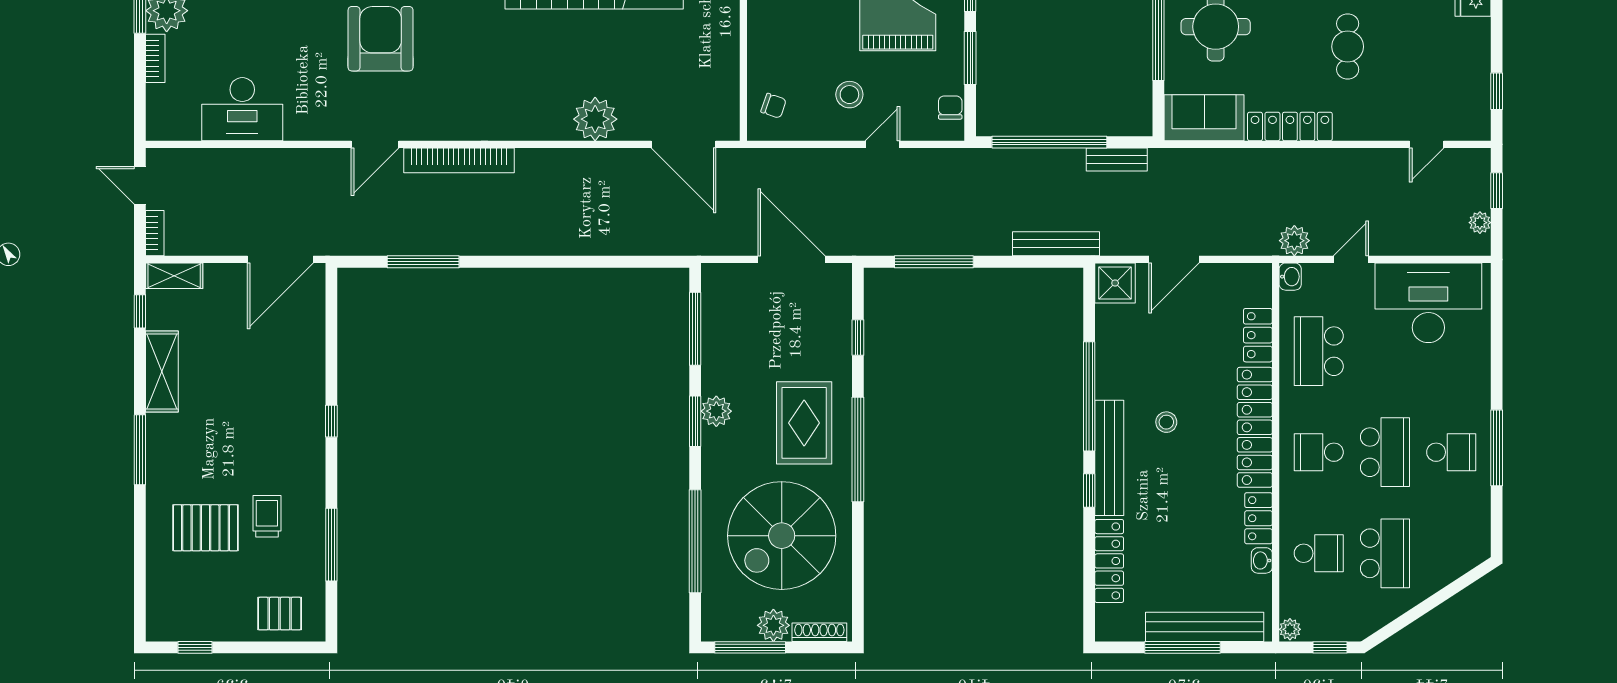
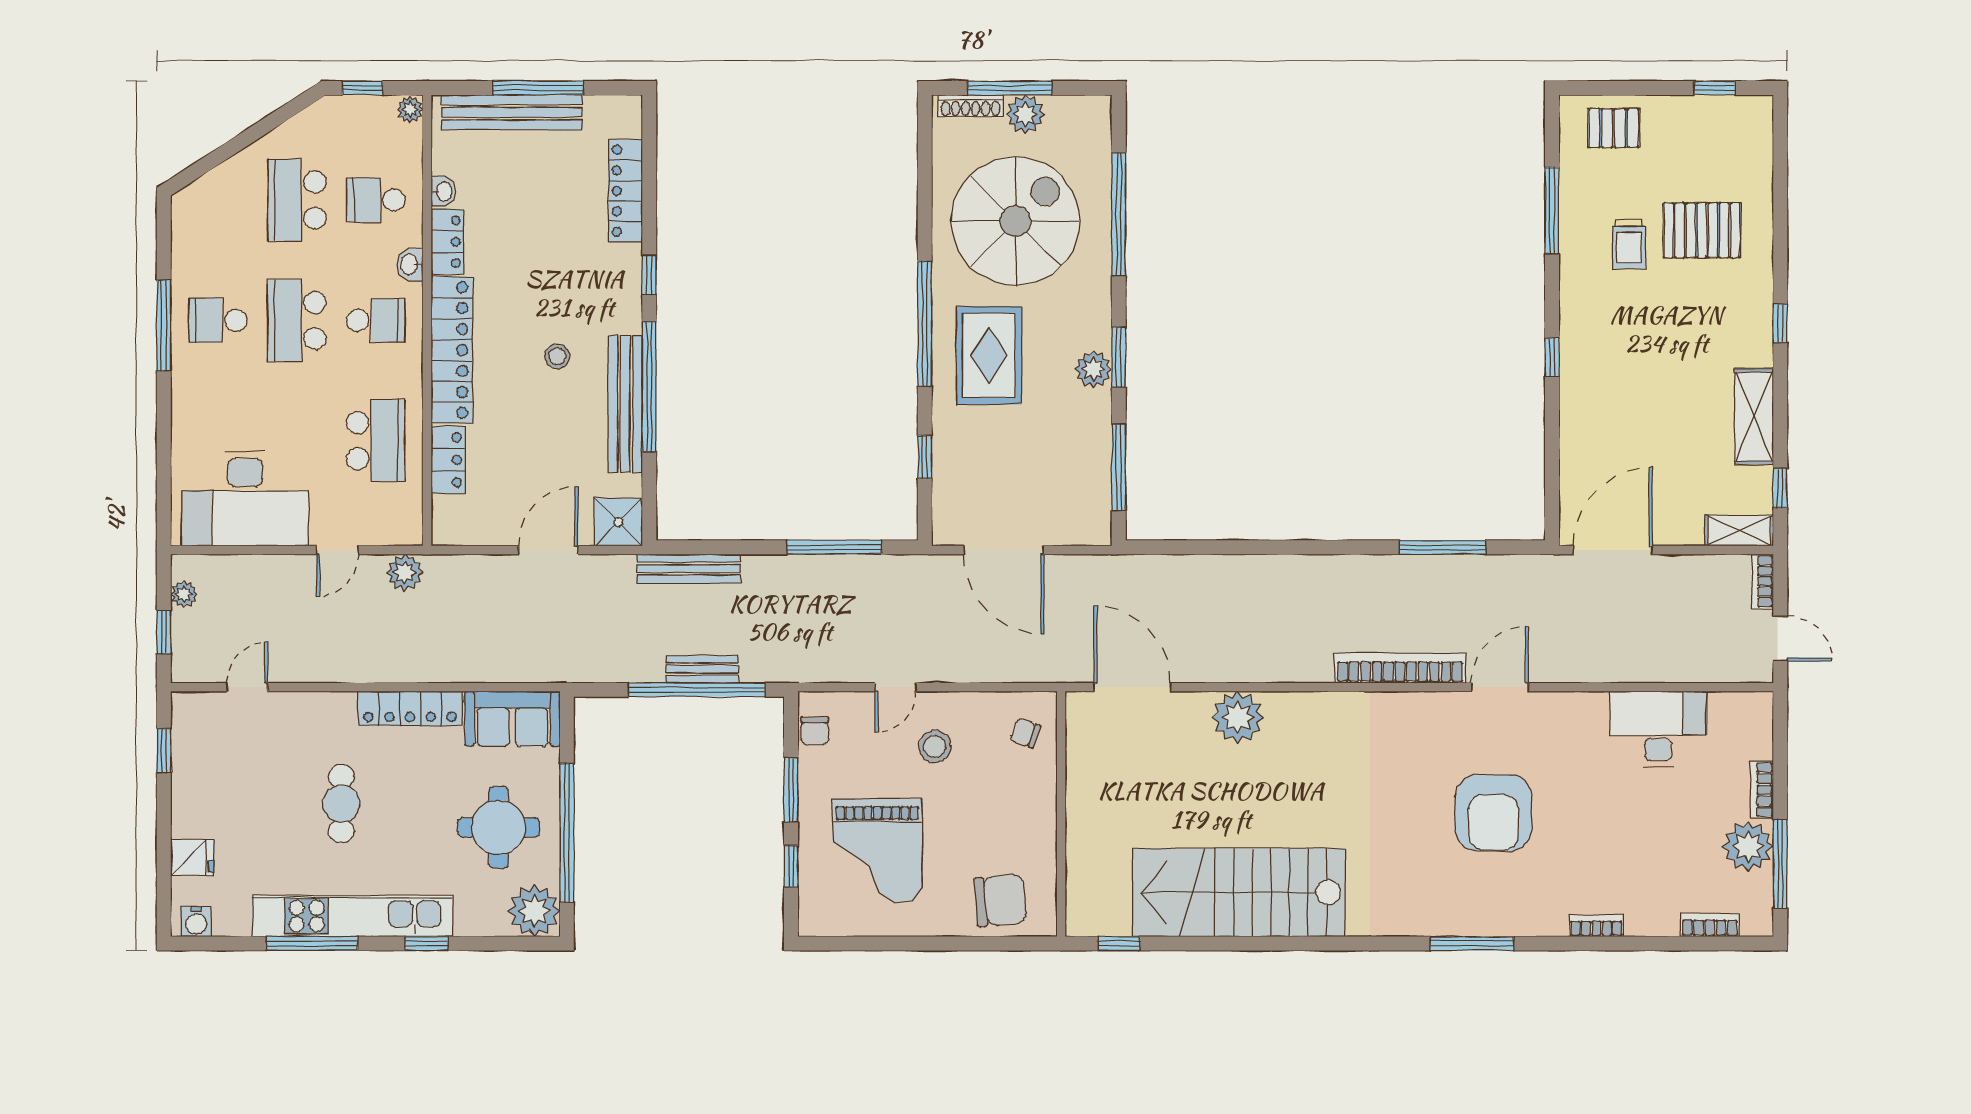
bench: (1117, 159) -> (702, 669), moved
washbasin: (1290, 277) -> (410, 264), moved
window: (140, 450) -> (1780, 323), width x0.46
bench: (1109, 458) -> (625, 404), moved
window: (750, 647) -> (1010, 88), moved

